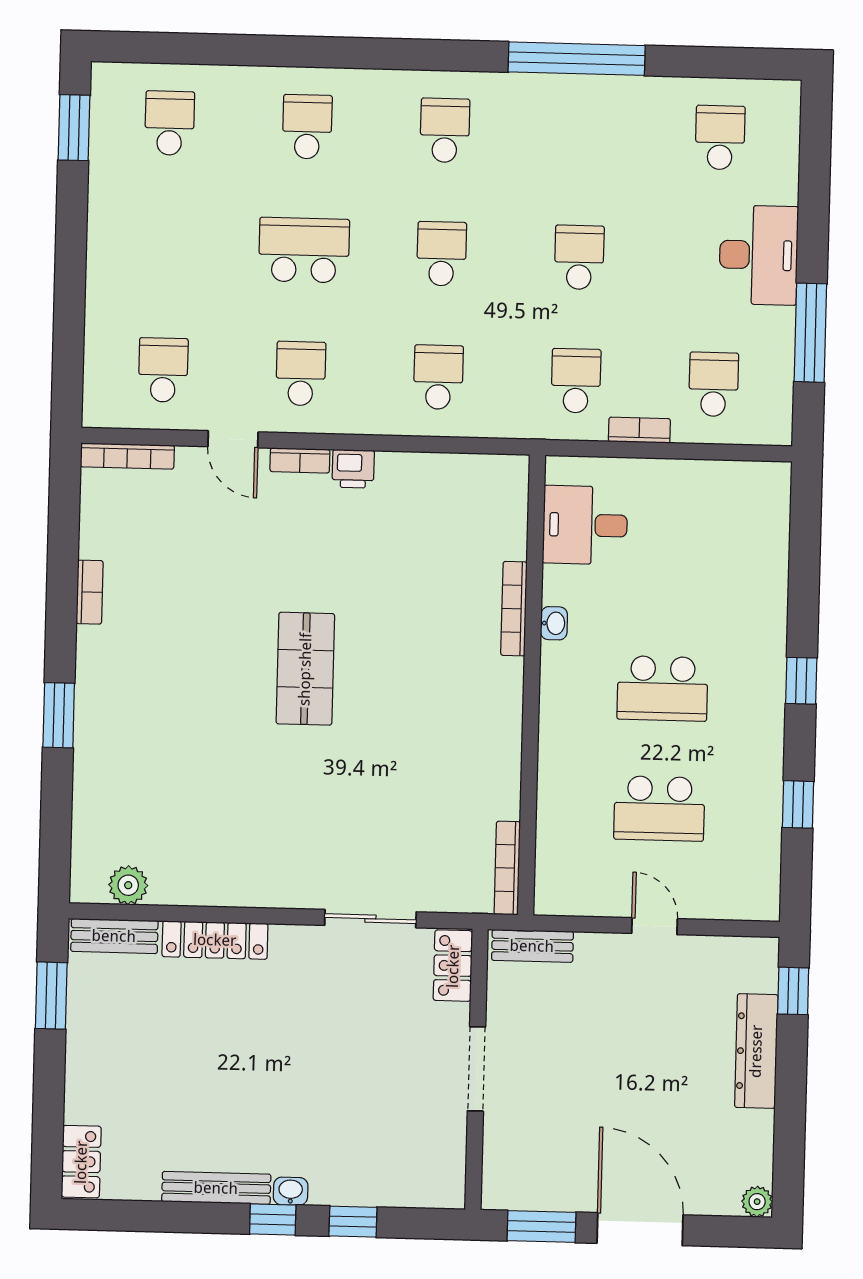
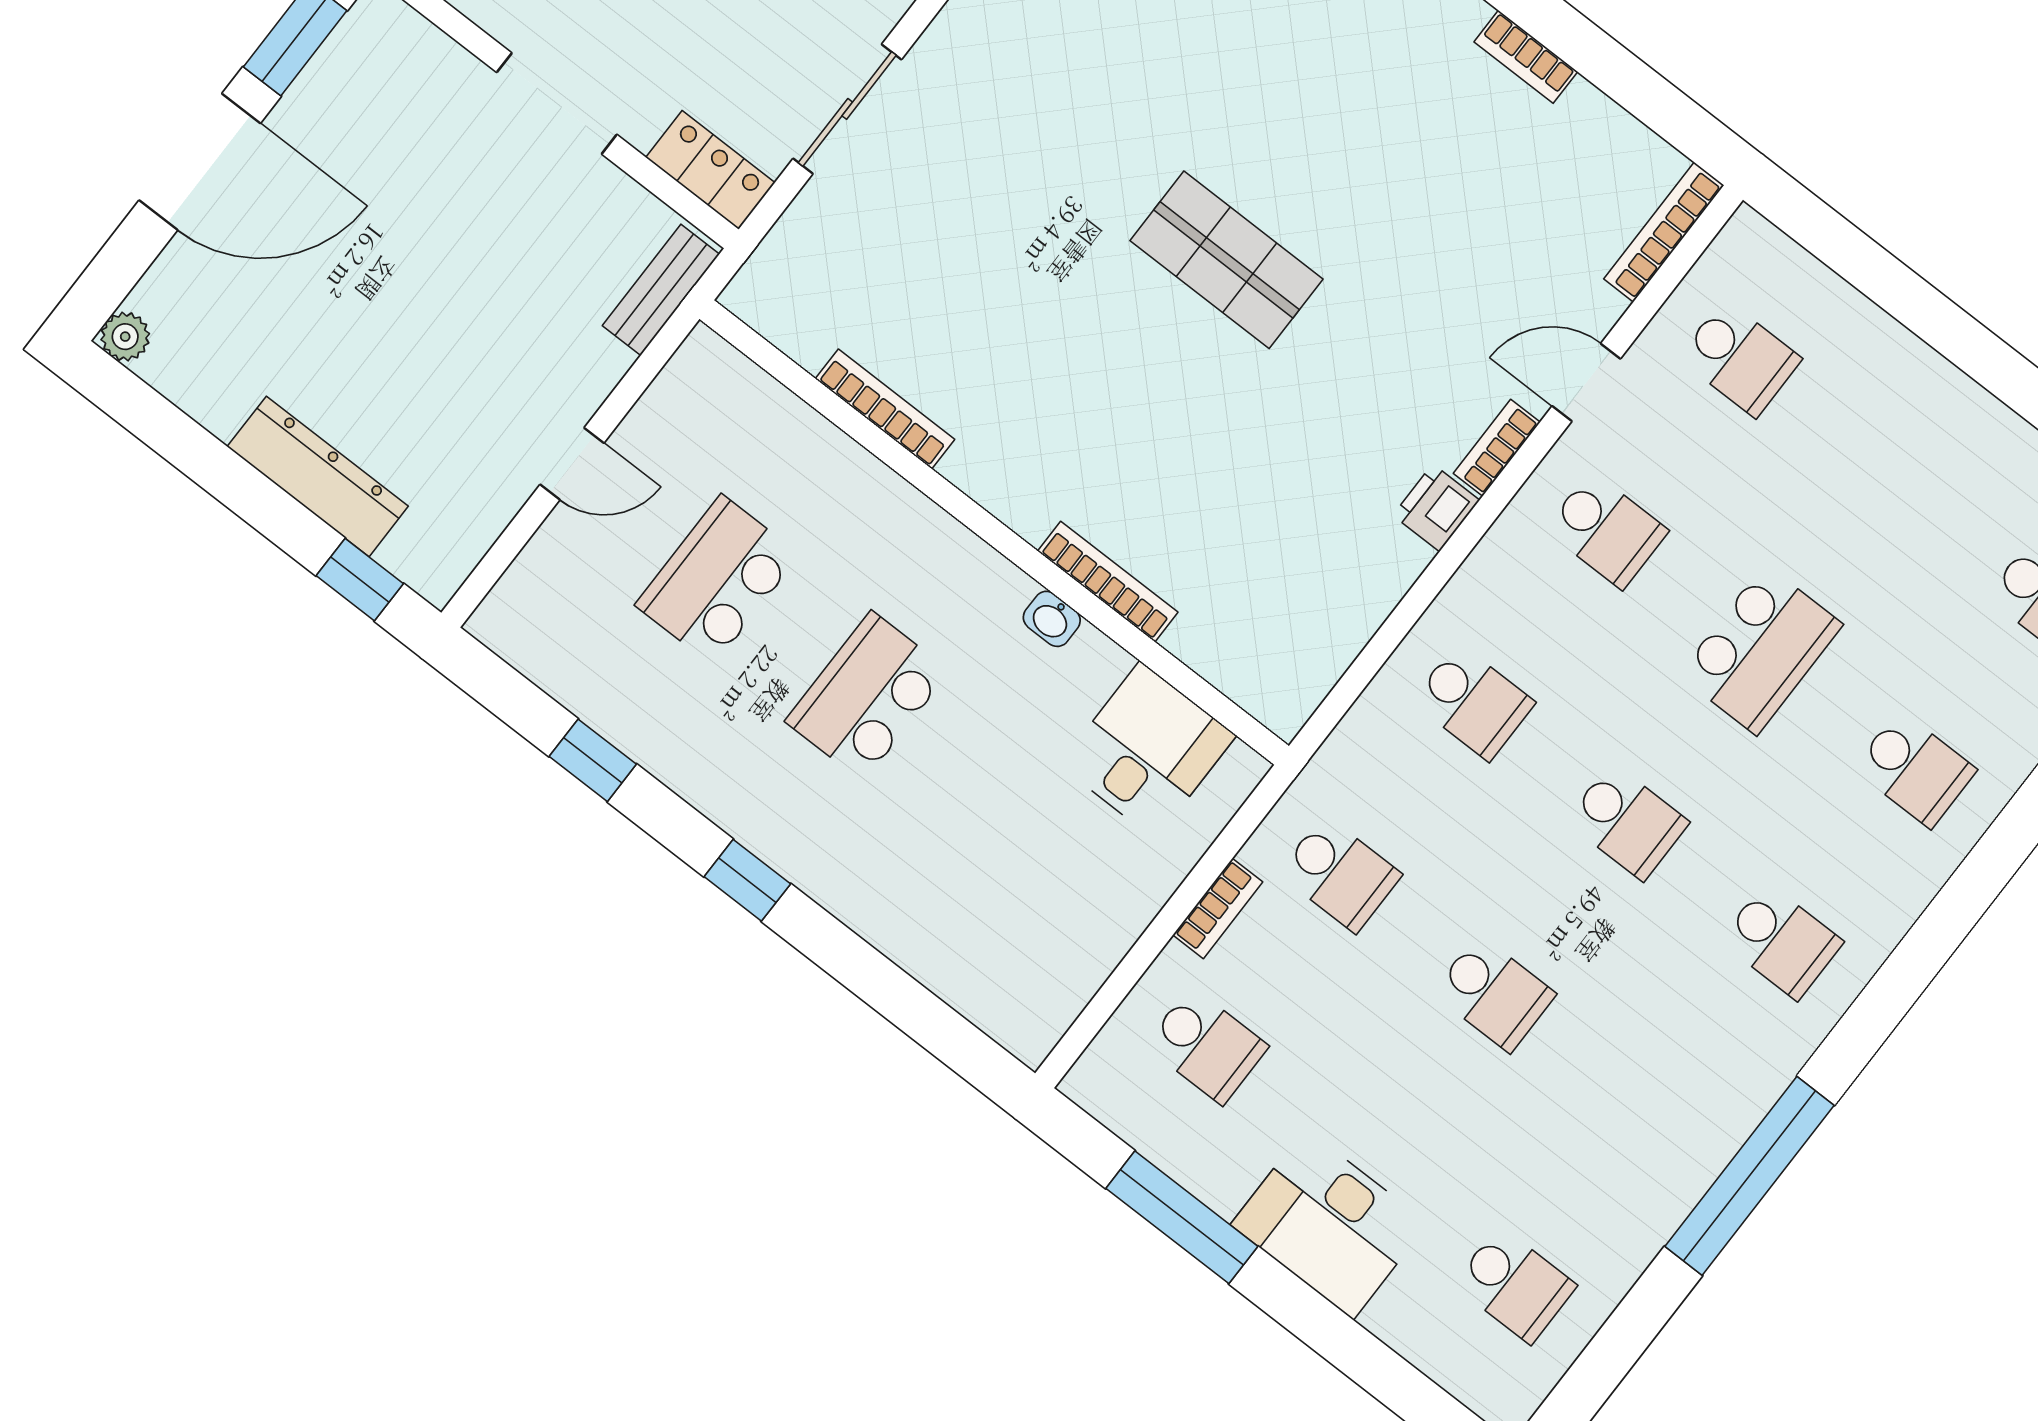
bookcase: (507, 868) -> (885, 409), moved

